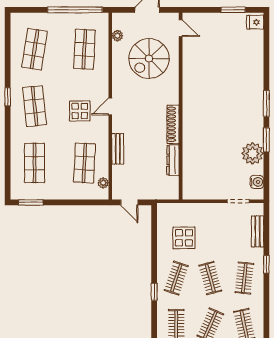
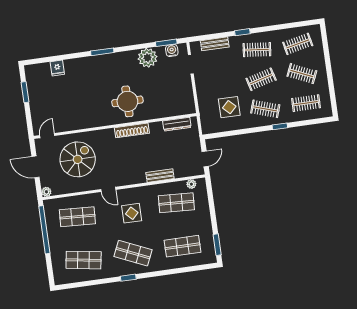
fridge: (255, 22) -> (57, 68), moved
plant: (117, 36) -> (46, 192), moved
spiral stairs: (149, 59) -> (78, 159), turned -90
shop shelf: (35, 106) -> (133, 253), turned 30
door: (110, 106) -> (108, 189), moved
round table: (206, 124) -> (127, 101), added
window: (266, 140) -> (166, 43), moved
dresser: (173, 160) -> (177, 124), moved

